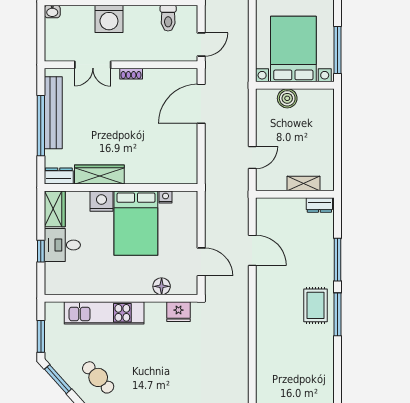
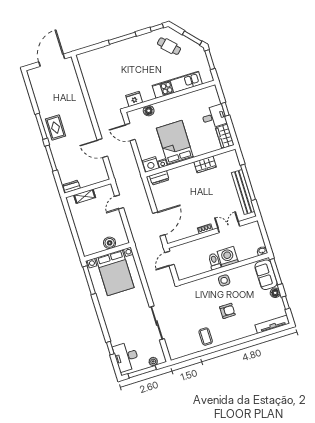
toilet: (168, 18) -> (214, 261), moved
wardrobe: (99, 174) -> (205, 164), width x0.67
dresser: (59, 176) -> (159, 178), moved
nightstand: (101, 201) -> (151, 164), moved

